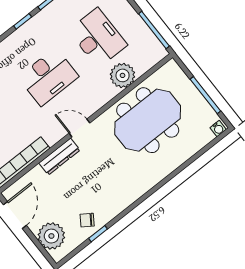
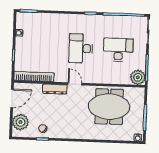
desk: (98, 38) -> (118, 50), turned -90
plant: (123, 75) -> (138, 77), moved
desk: (48, 77) -> (81, 48), turned 90

